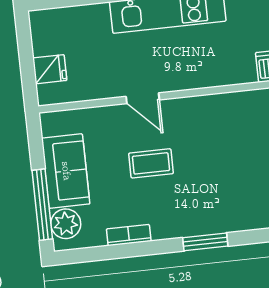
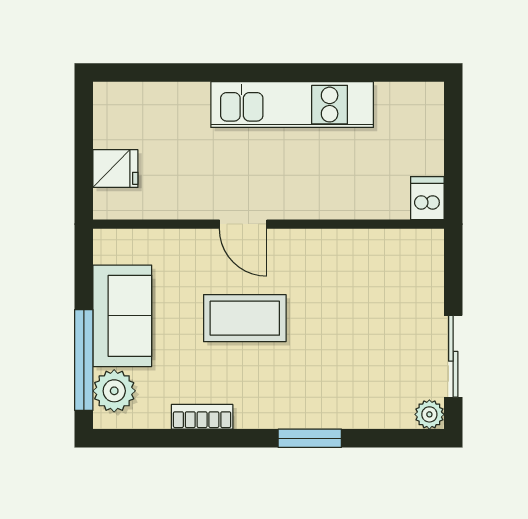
coffee table: (151, 163) -> (245, 318), width x1.36, depth x1.30

